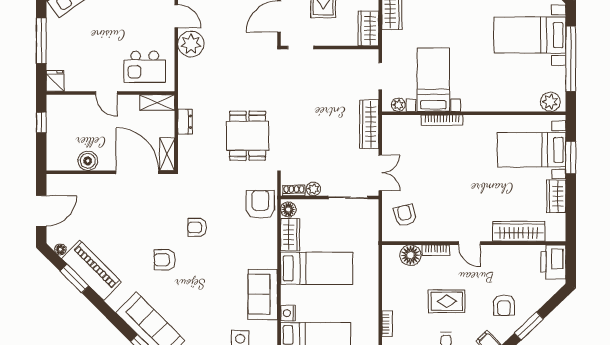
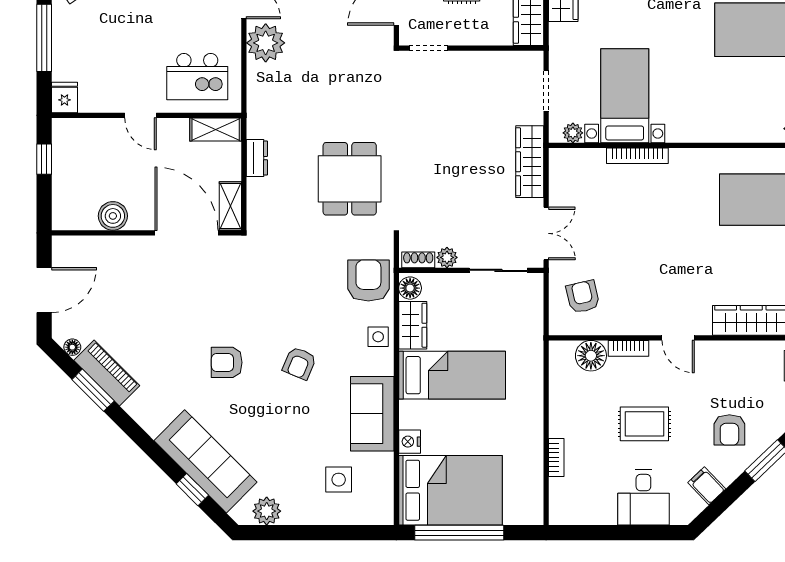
armchair: (197, 227) -> (299, 363), moved, turned -67
side table: (267, 242) -> (378, 337), added
piano: (92, 270) -> (107, 373), width x0.73, depth x0.75

